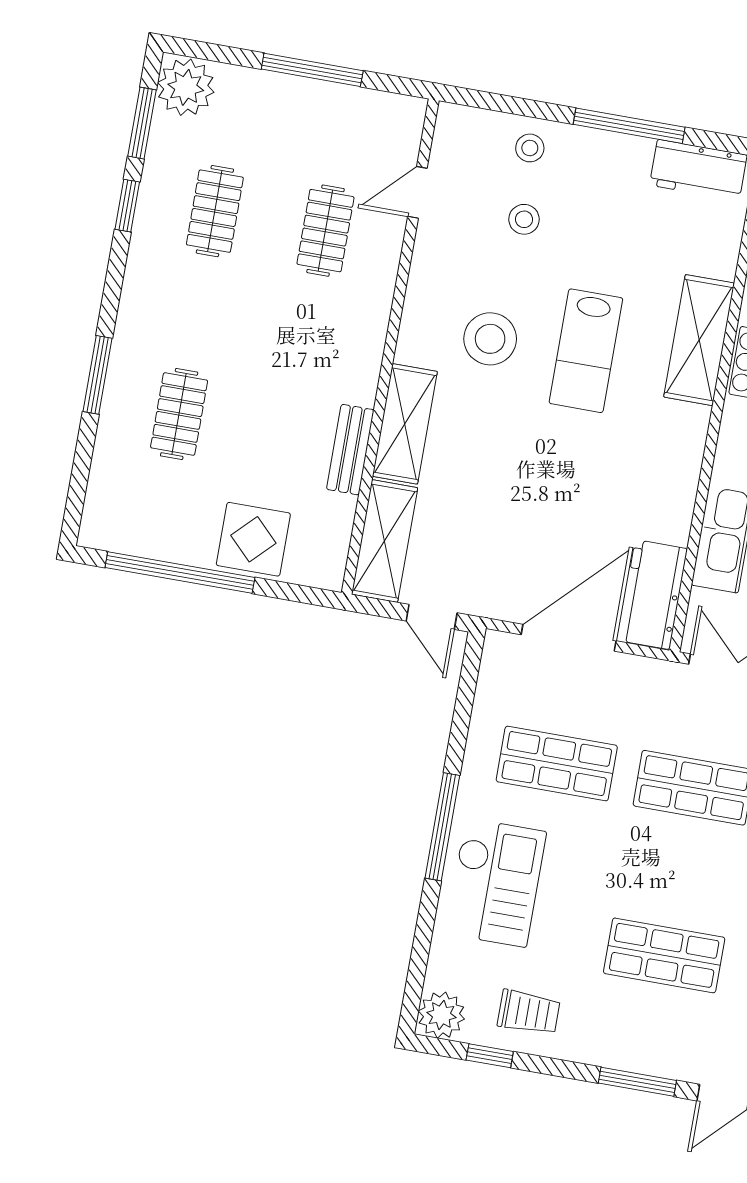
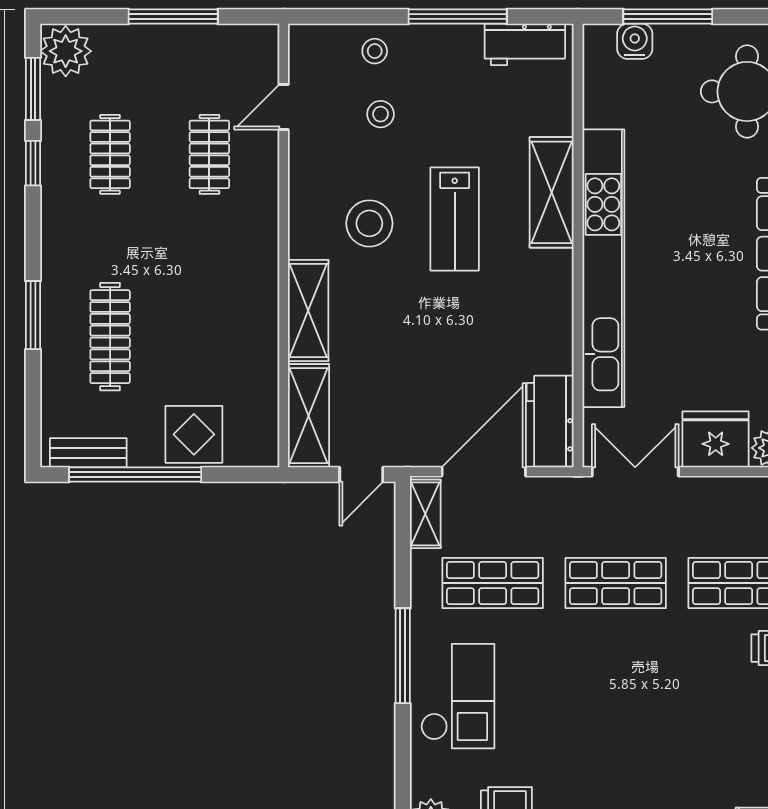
clothes rail: (179, 414) -> (110, 337), width x1.36
bench: (350, 450) -> (88, 453), moved, turned 90
door: (432, 617) -> (361, 475), hinge flipped
shelving: (495, 673) -> (425, 514), added
shop shelf: (664, 955) -> (616, 734), removed

